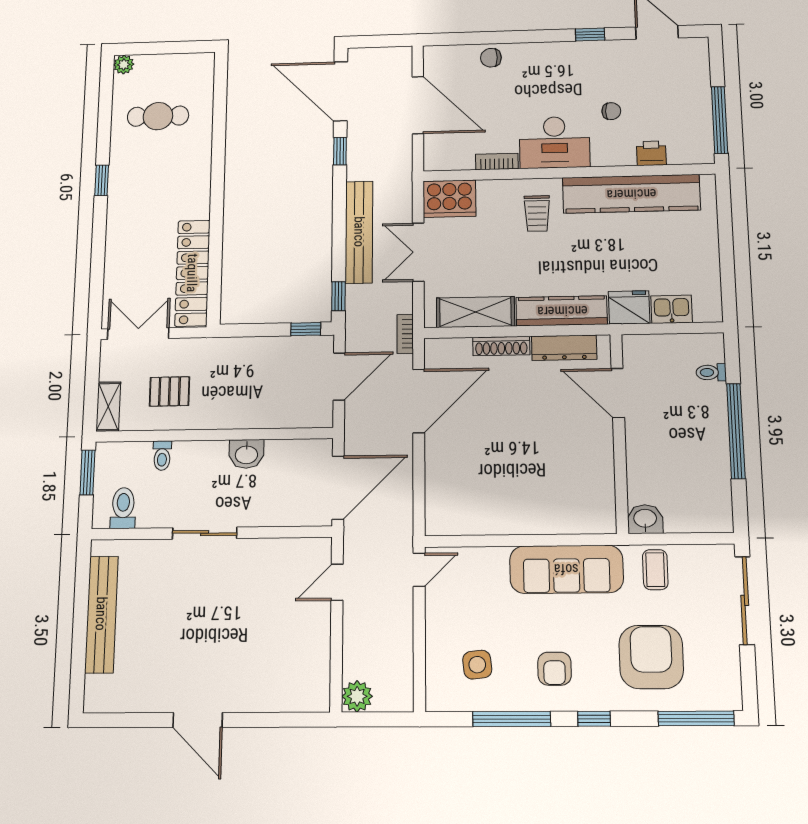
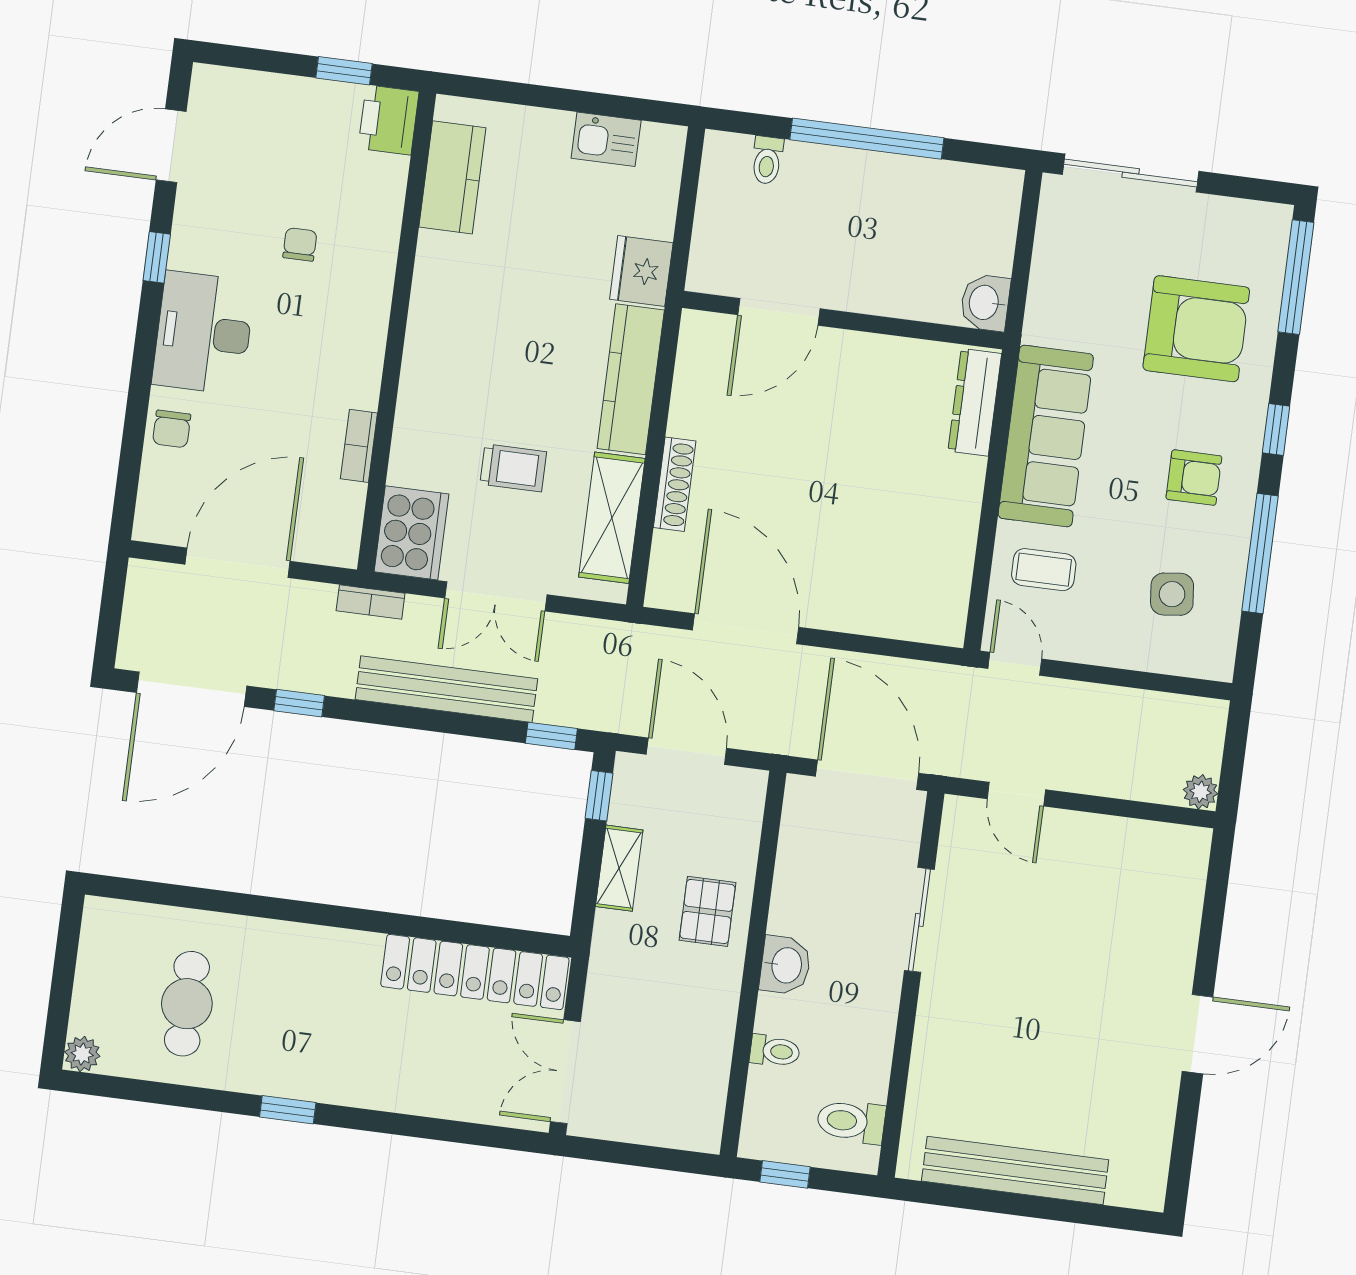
window: (720, 120) -> (344, 71), width x0.46
desk: (555, 142) -> (204, 333), moved, turned 180
printer: (651, 153) -> (389, 120), moved, width x1.36, depth x1.24
kitchen counter: (631, 194) -> (452, 177), width x0.48, depth x0.86
trolley: (537, 213) -> (513, 468), moved
kitchen sink: (672, 309) -> (606, 139), moved, turned -90
bookcase: (405, 334) -> (371, 602), moved
dresser: (564, 348) -> (975, 402), moved, turned 180
pallet: (169, 391) -> (708, 911), moved
shelving: (108, 407) -> (619, 868), moved, turned 90
washbasin: (246, 454) -> (785, 965), moved
window: (87, 472) -> (785, 1174), width x0.67
sliding door: (205, 533) -> (919, 920), moved
coffee table: (655, 570) -> (1044, 570), moved
armchair: (651, 657) -> (1196, 329), turned 180
plant: (357, 696) -> (1201, 792), width x0.73, depth x0.73

